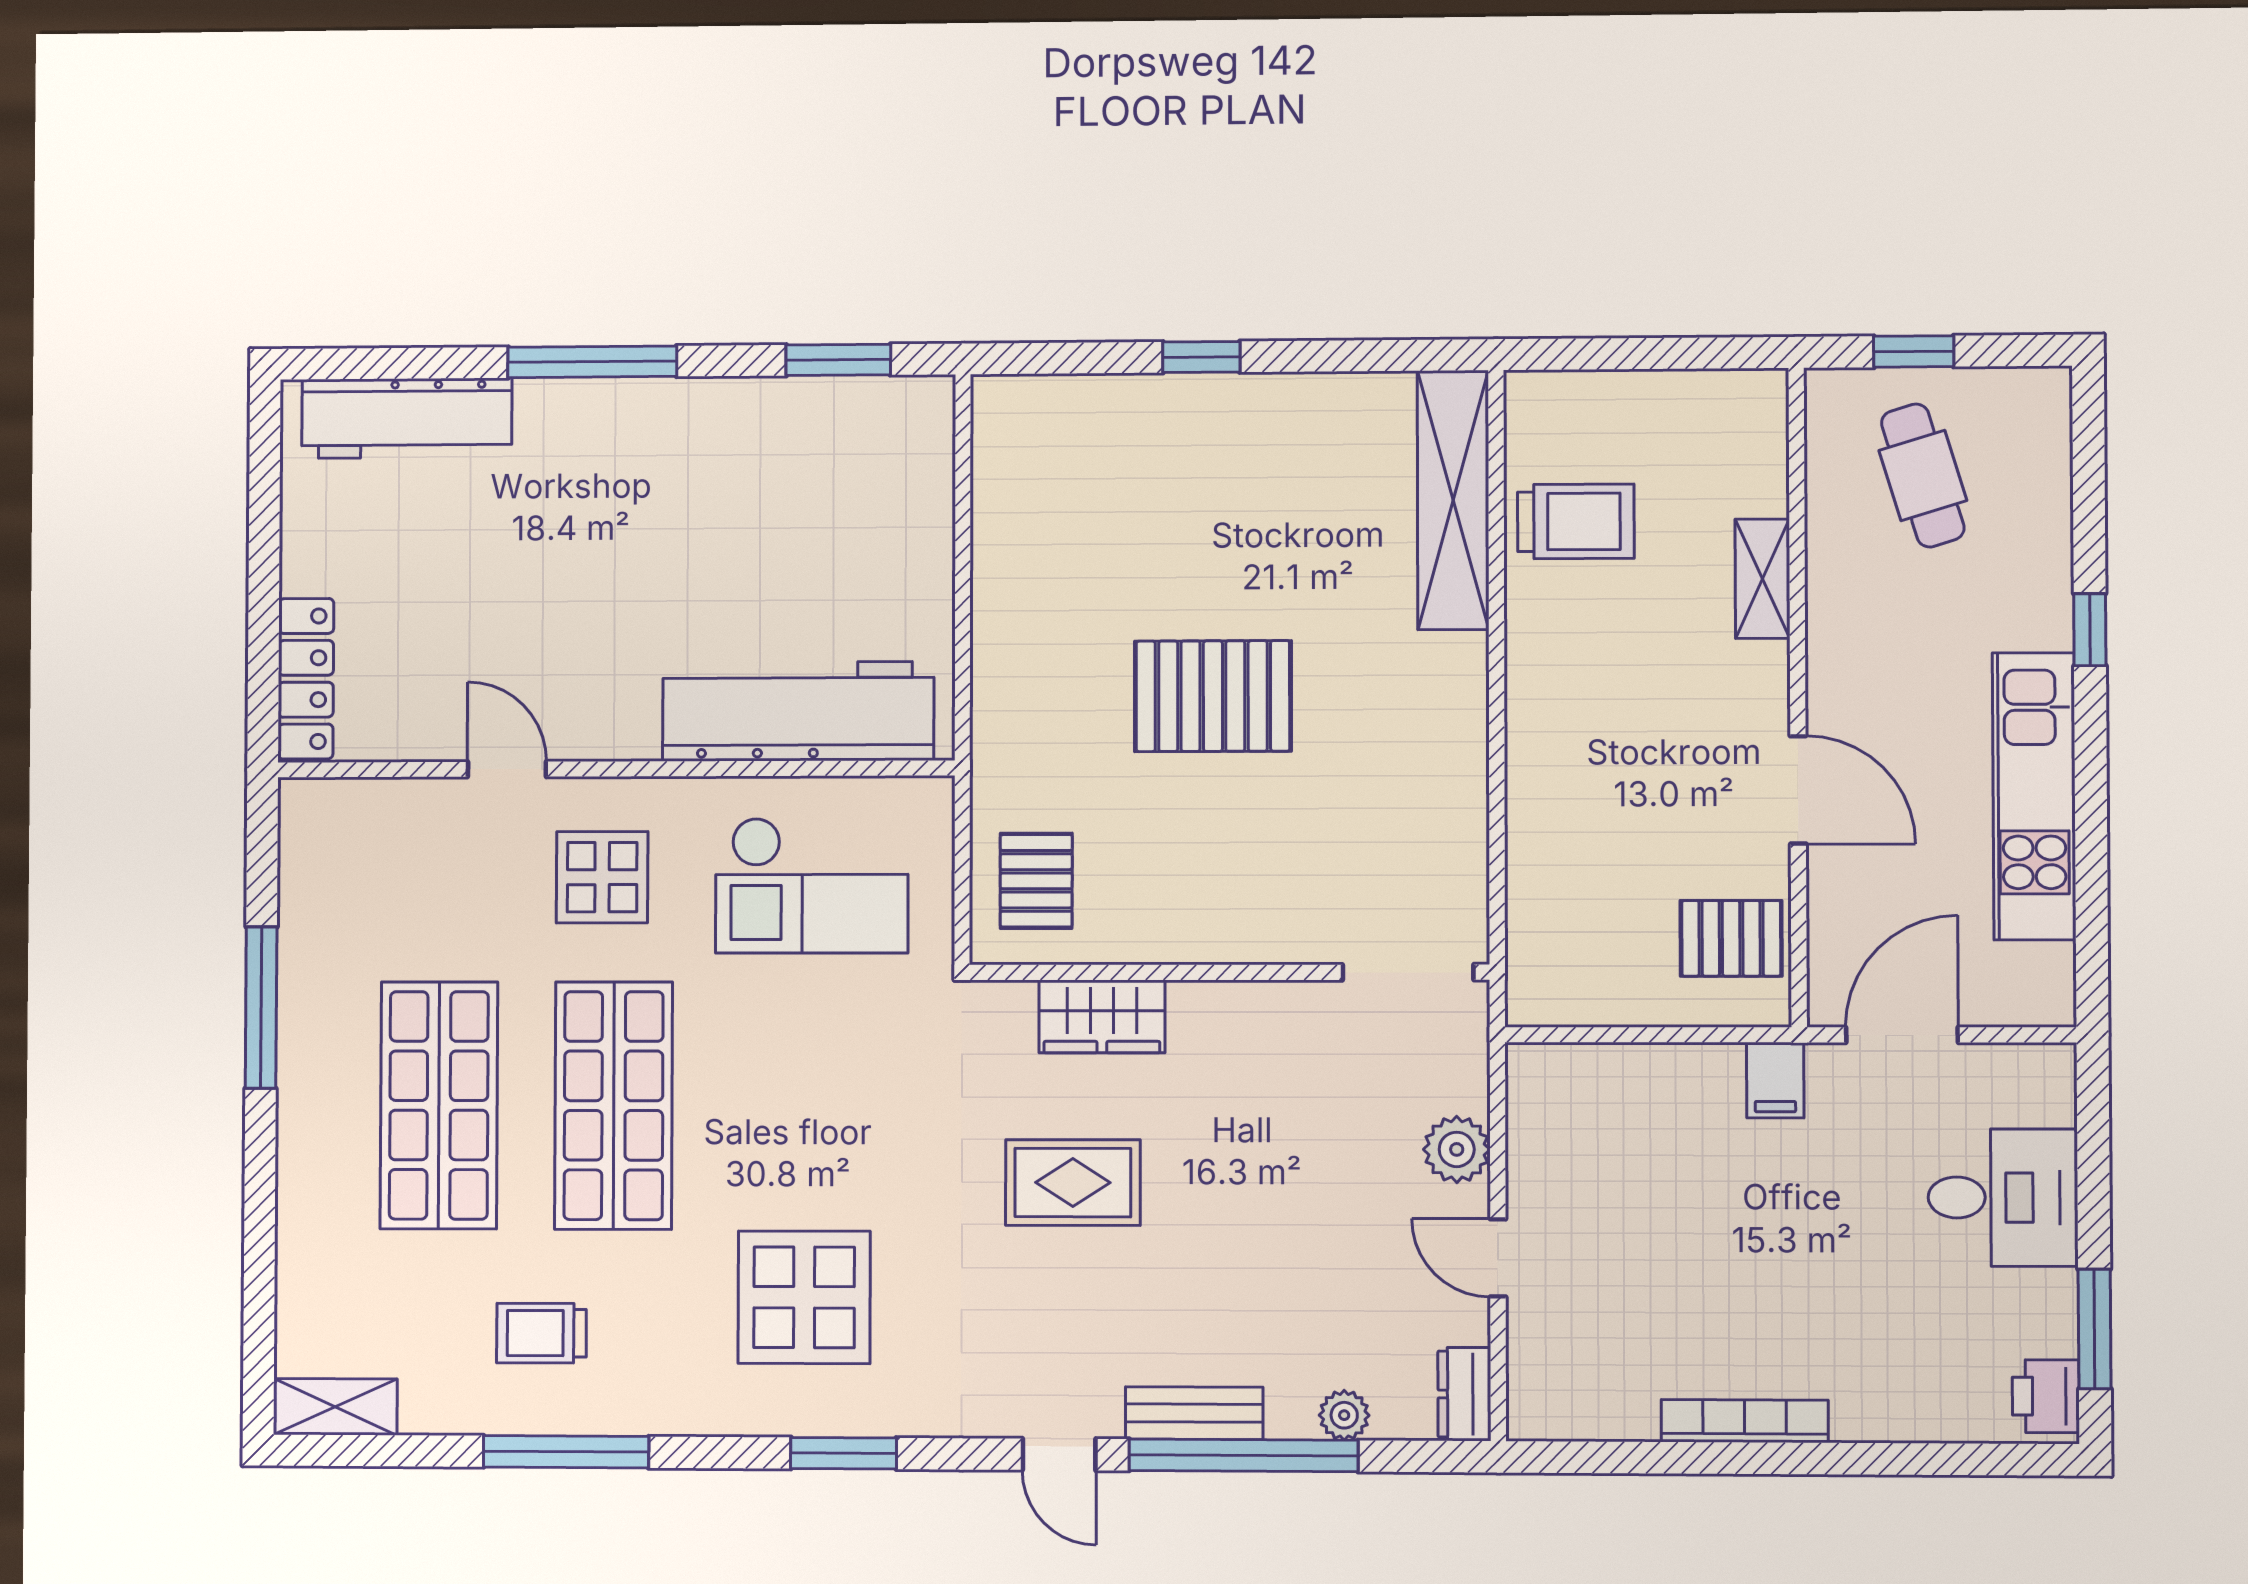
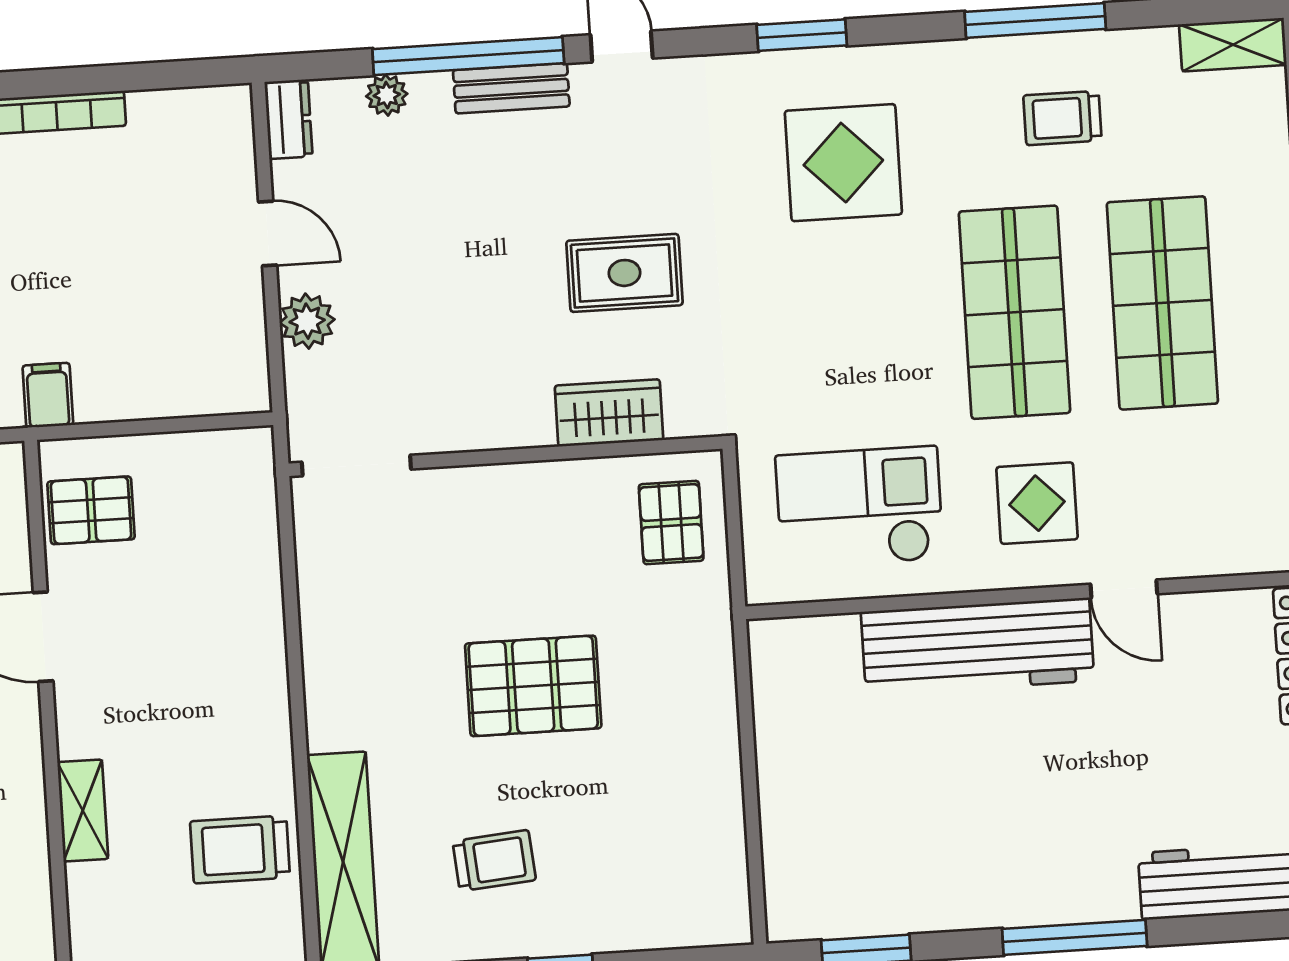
trolley: (1272, 491) -> (494, 861), added
workbench: (798, 711) -> (978, 646), moved
trolley: (541, 1333) -> (1063, 118), turned 180

